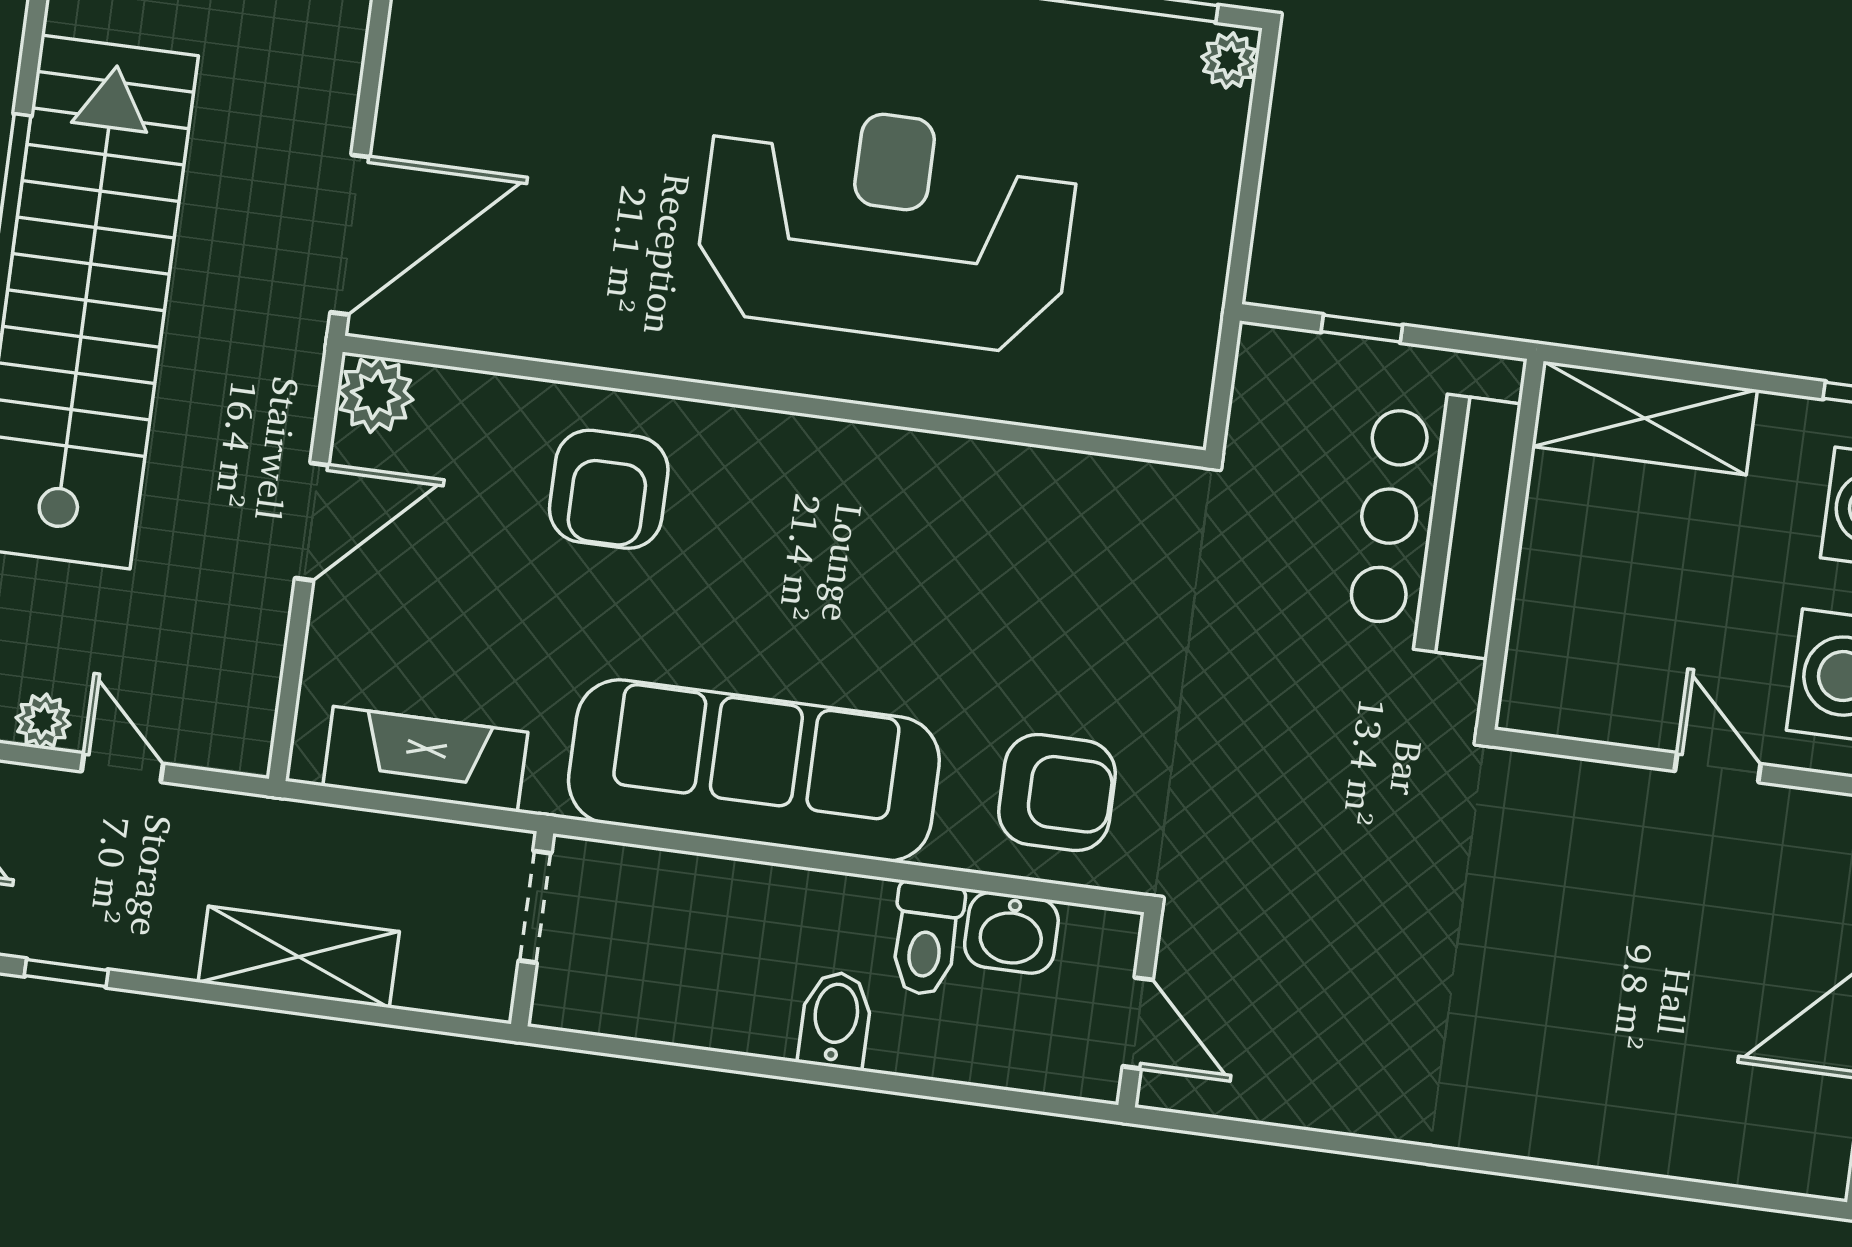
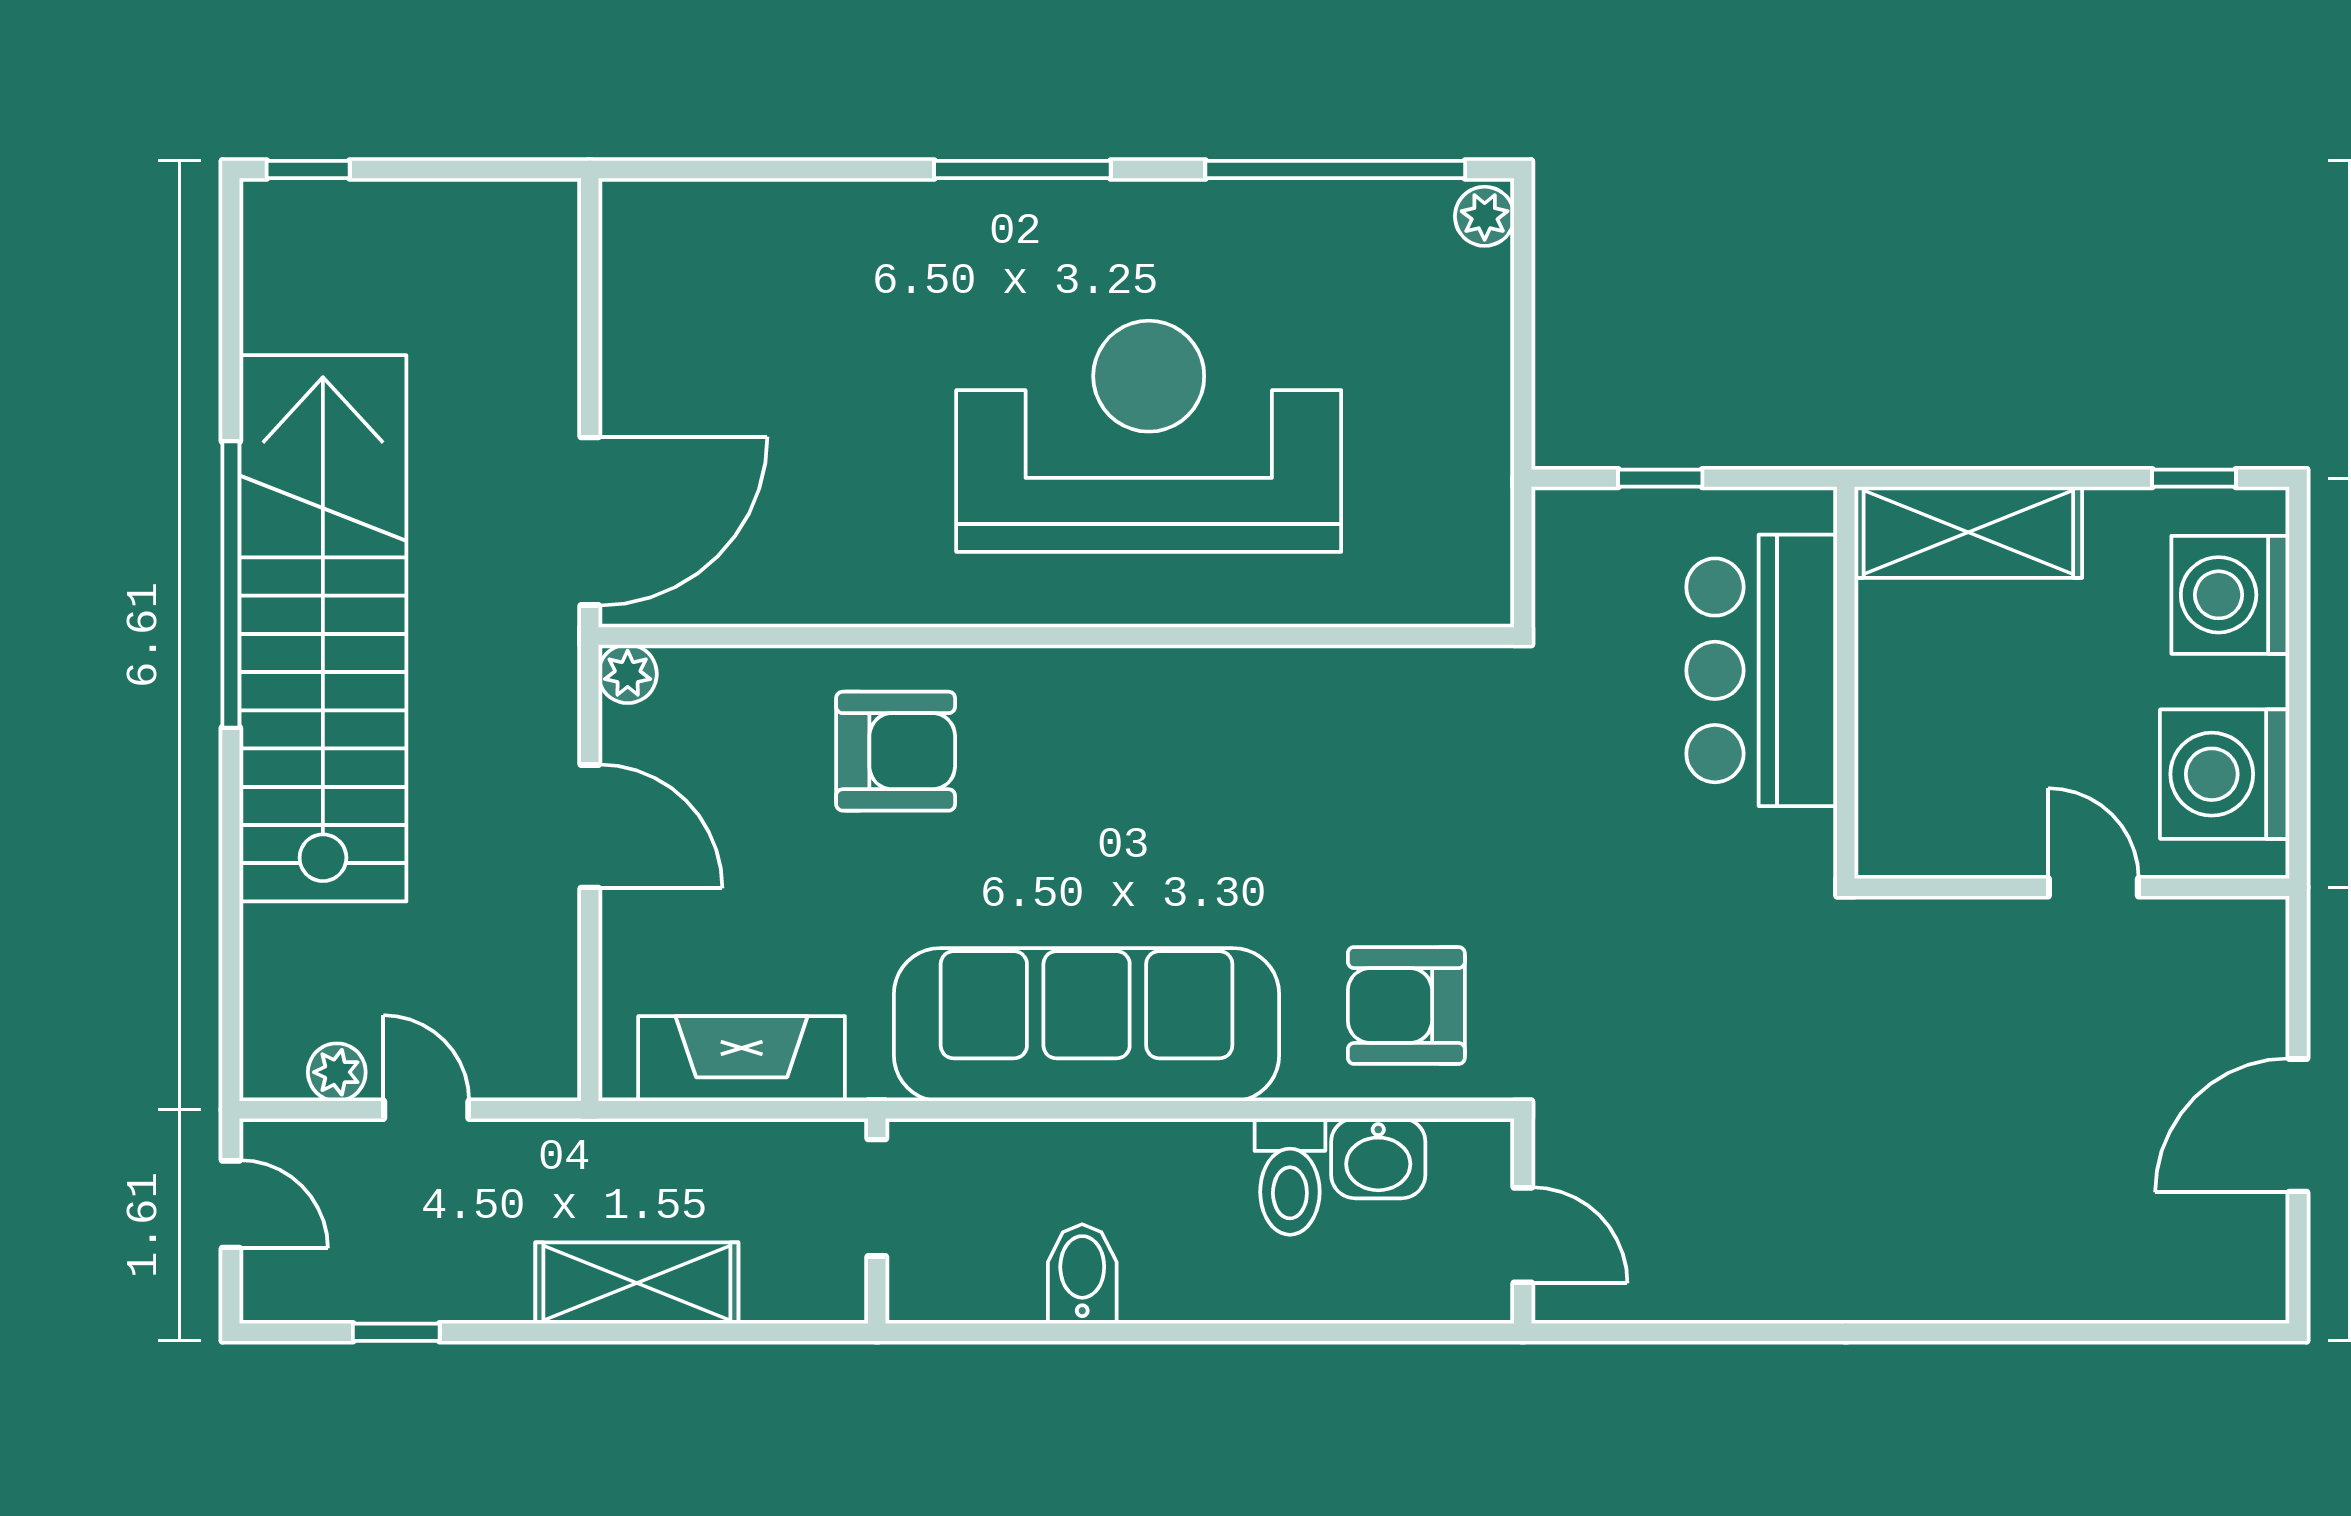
plant: (375, 395) -> (628, 674), width x0.73, depth x0.73
armchair: (609, 489) -> (896, 751), turned -90
door: (312, 522) -> (590, 826), hinge flipped
armchair: (1057, 793) -> (1406, 1006), turned 180
bidet: (835, 1020) -> (1082, 1274), moved

